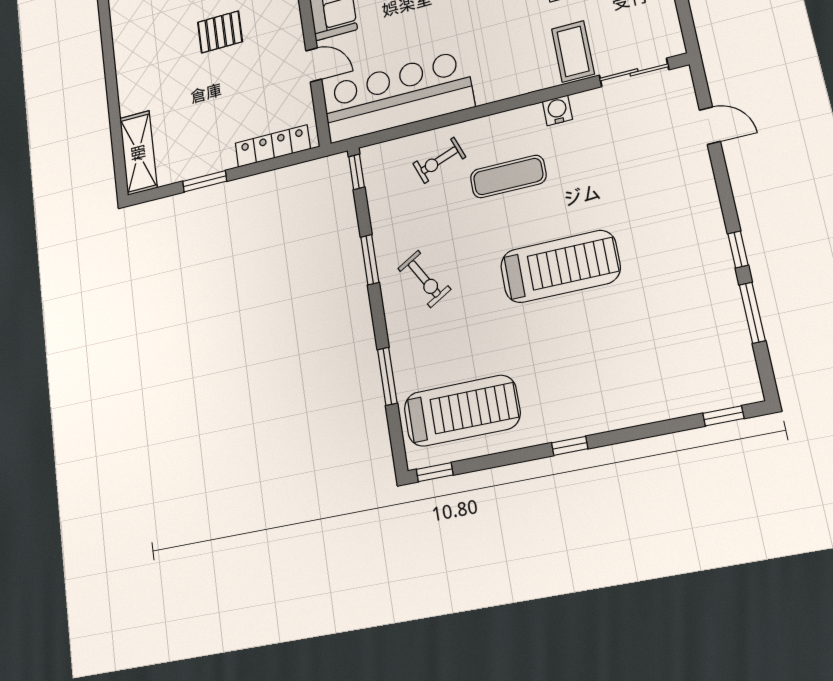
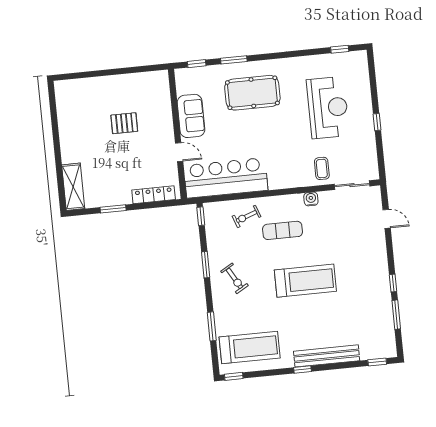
coffee table: (573, 51) -> (322, 168), width x0.73, depth x0.77
bench: (616, 413) -> (327, 356), added

